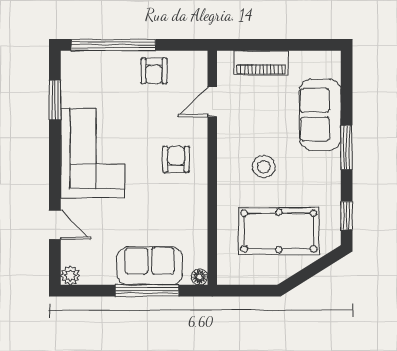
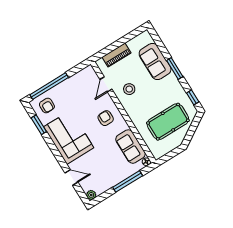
armchair: (154, 71) -> (47, 105), moved
stool: (264, 167) -> (129, 89), moved
sofa: (150, 266) -> (131, 147), moved, turned -90

